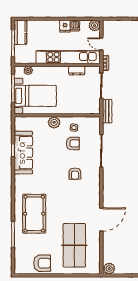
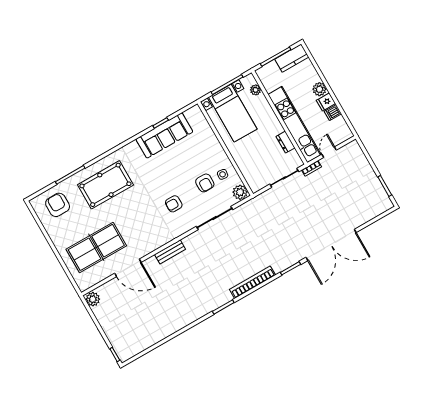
plant: (95, 26) -> (319, 89), moved
bench: (107, 111) -> (170, 252), moved
plant: (54, 122) -> (240, 192), moved
door: (101, 220) -> (128, 268), moved
armchair: (42, 263) -> (58, 205), moved, turned 180

